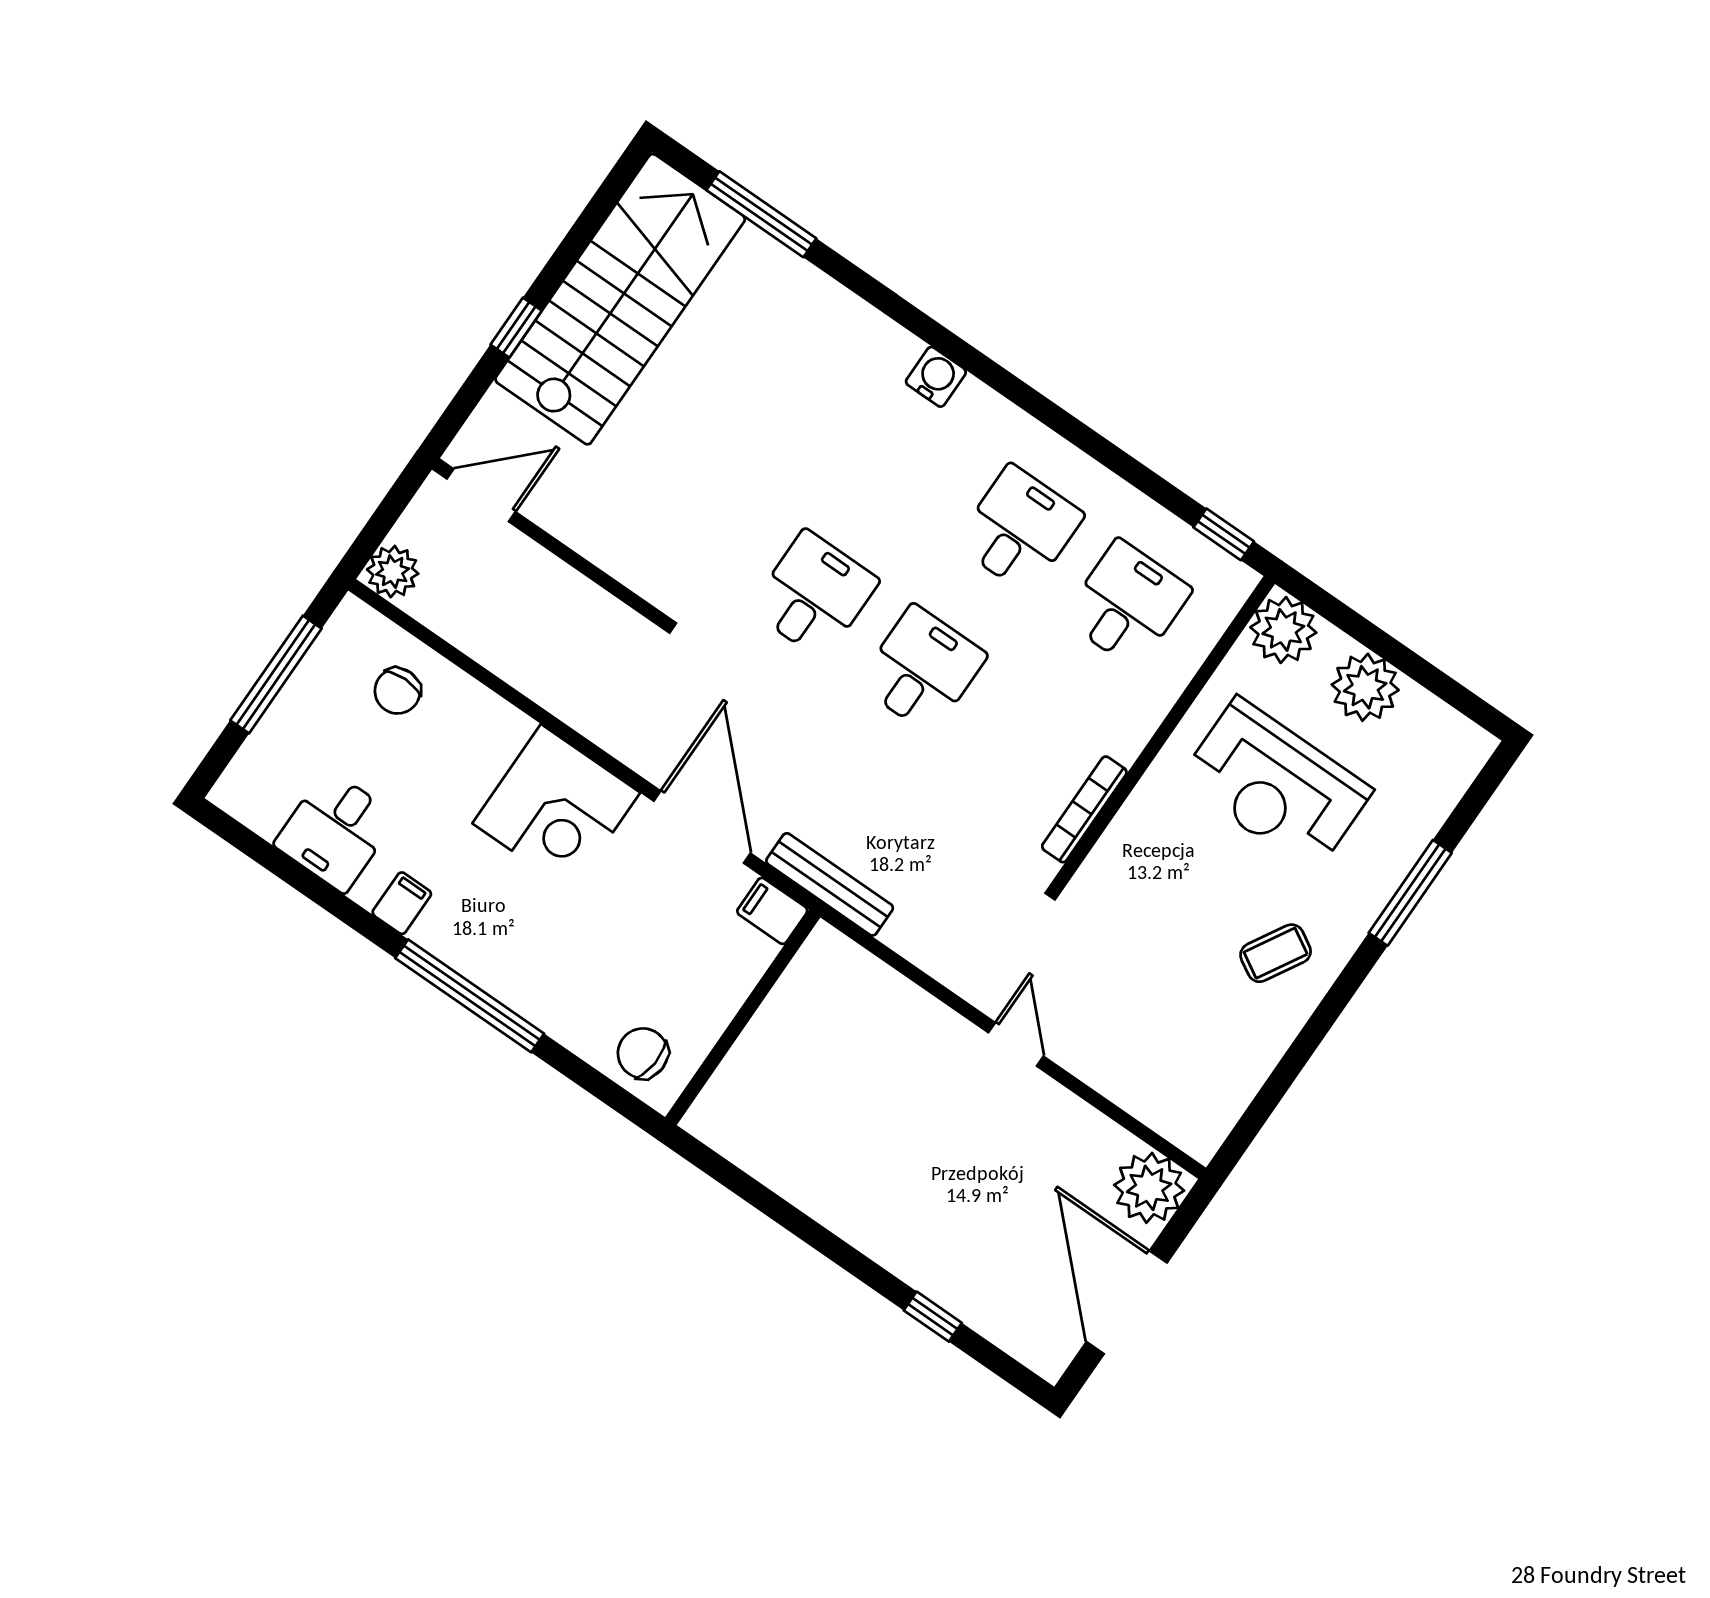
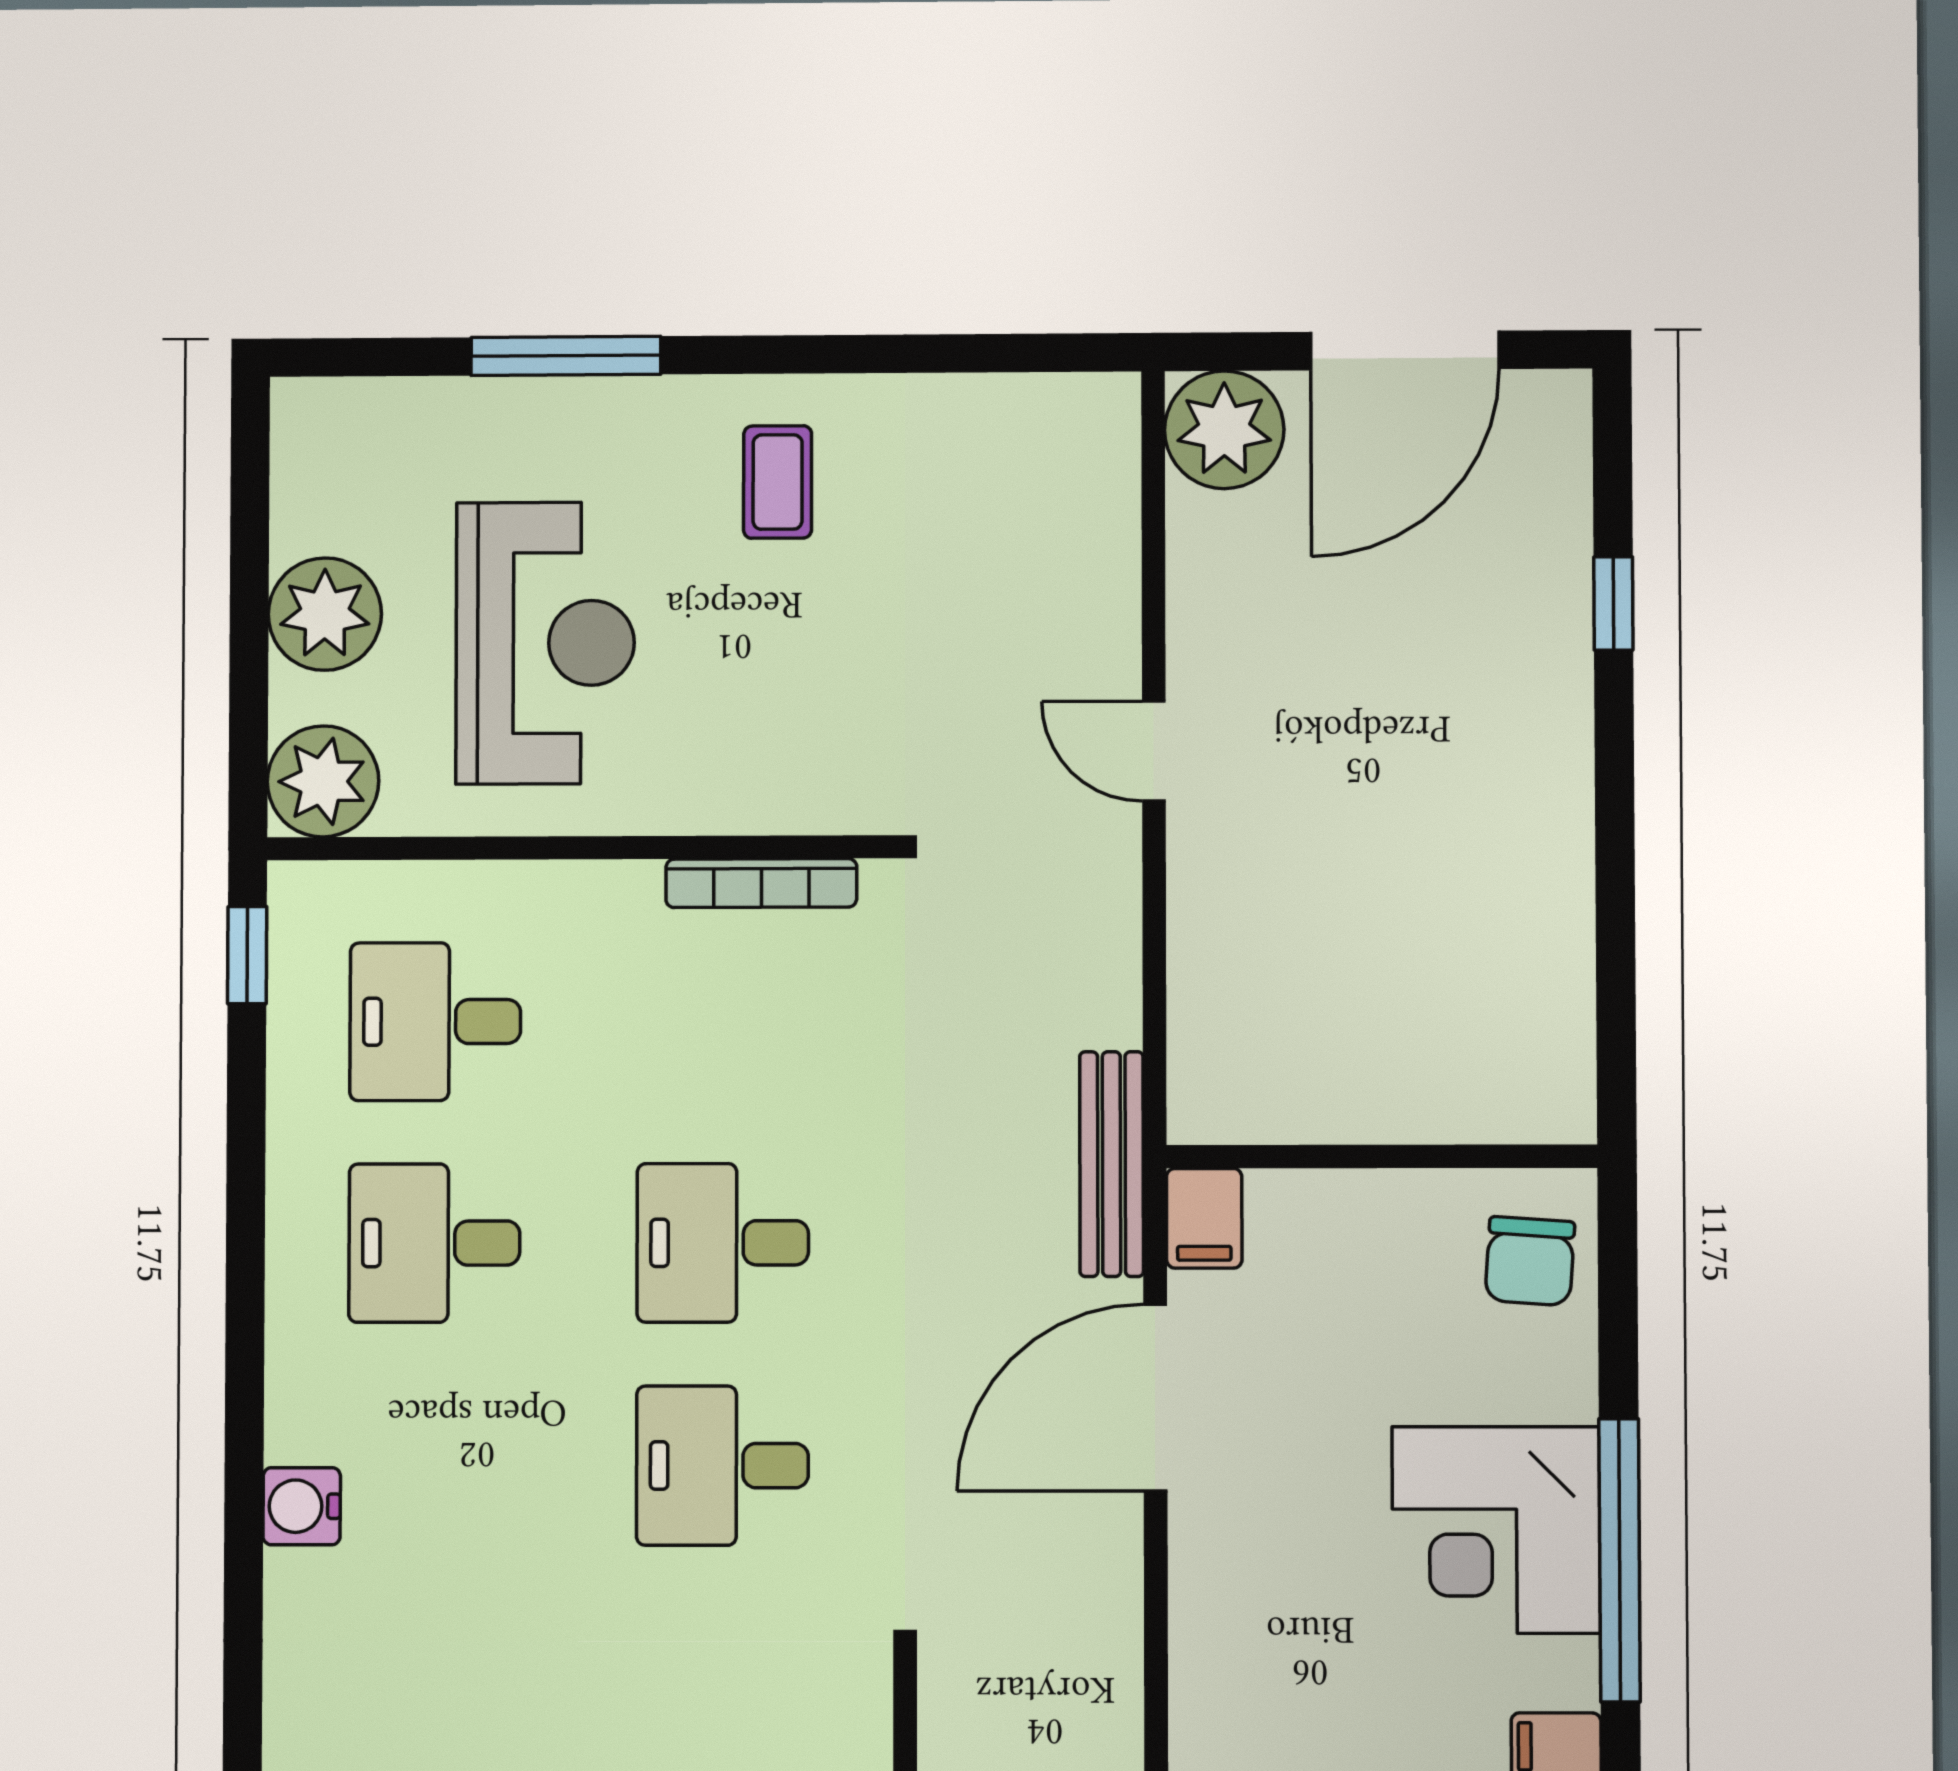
corner desk: (556, 808) -> (1496, 1530), moved, turned 180
coffee table: (1276, 953) -> (778, 482), turned 60
door: (1016, 1044) -> (1154, 751), hinge flipped

